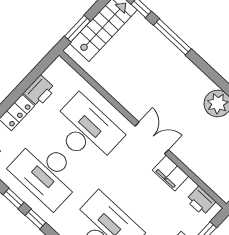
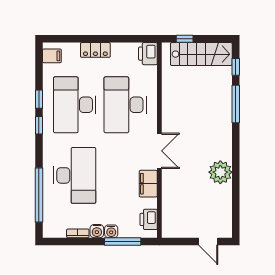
window: (77, 29) -> (185, 39), width x0.67
printer: (39, 91) -> (148, 54), moved, turned 90
desk: (86, 130) -> (125, 105), turned 180

